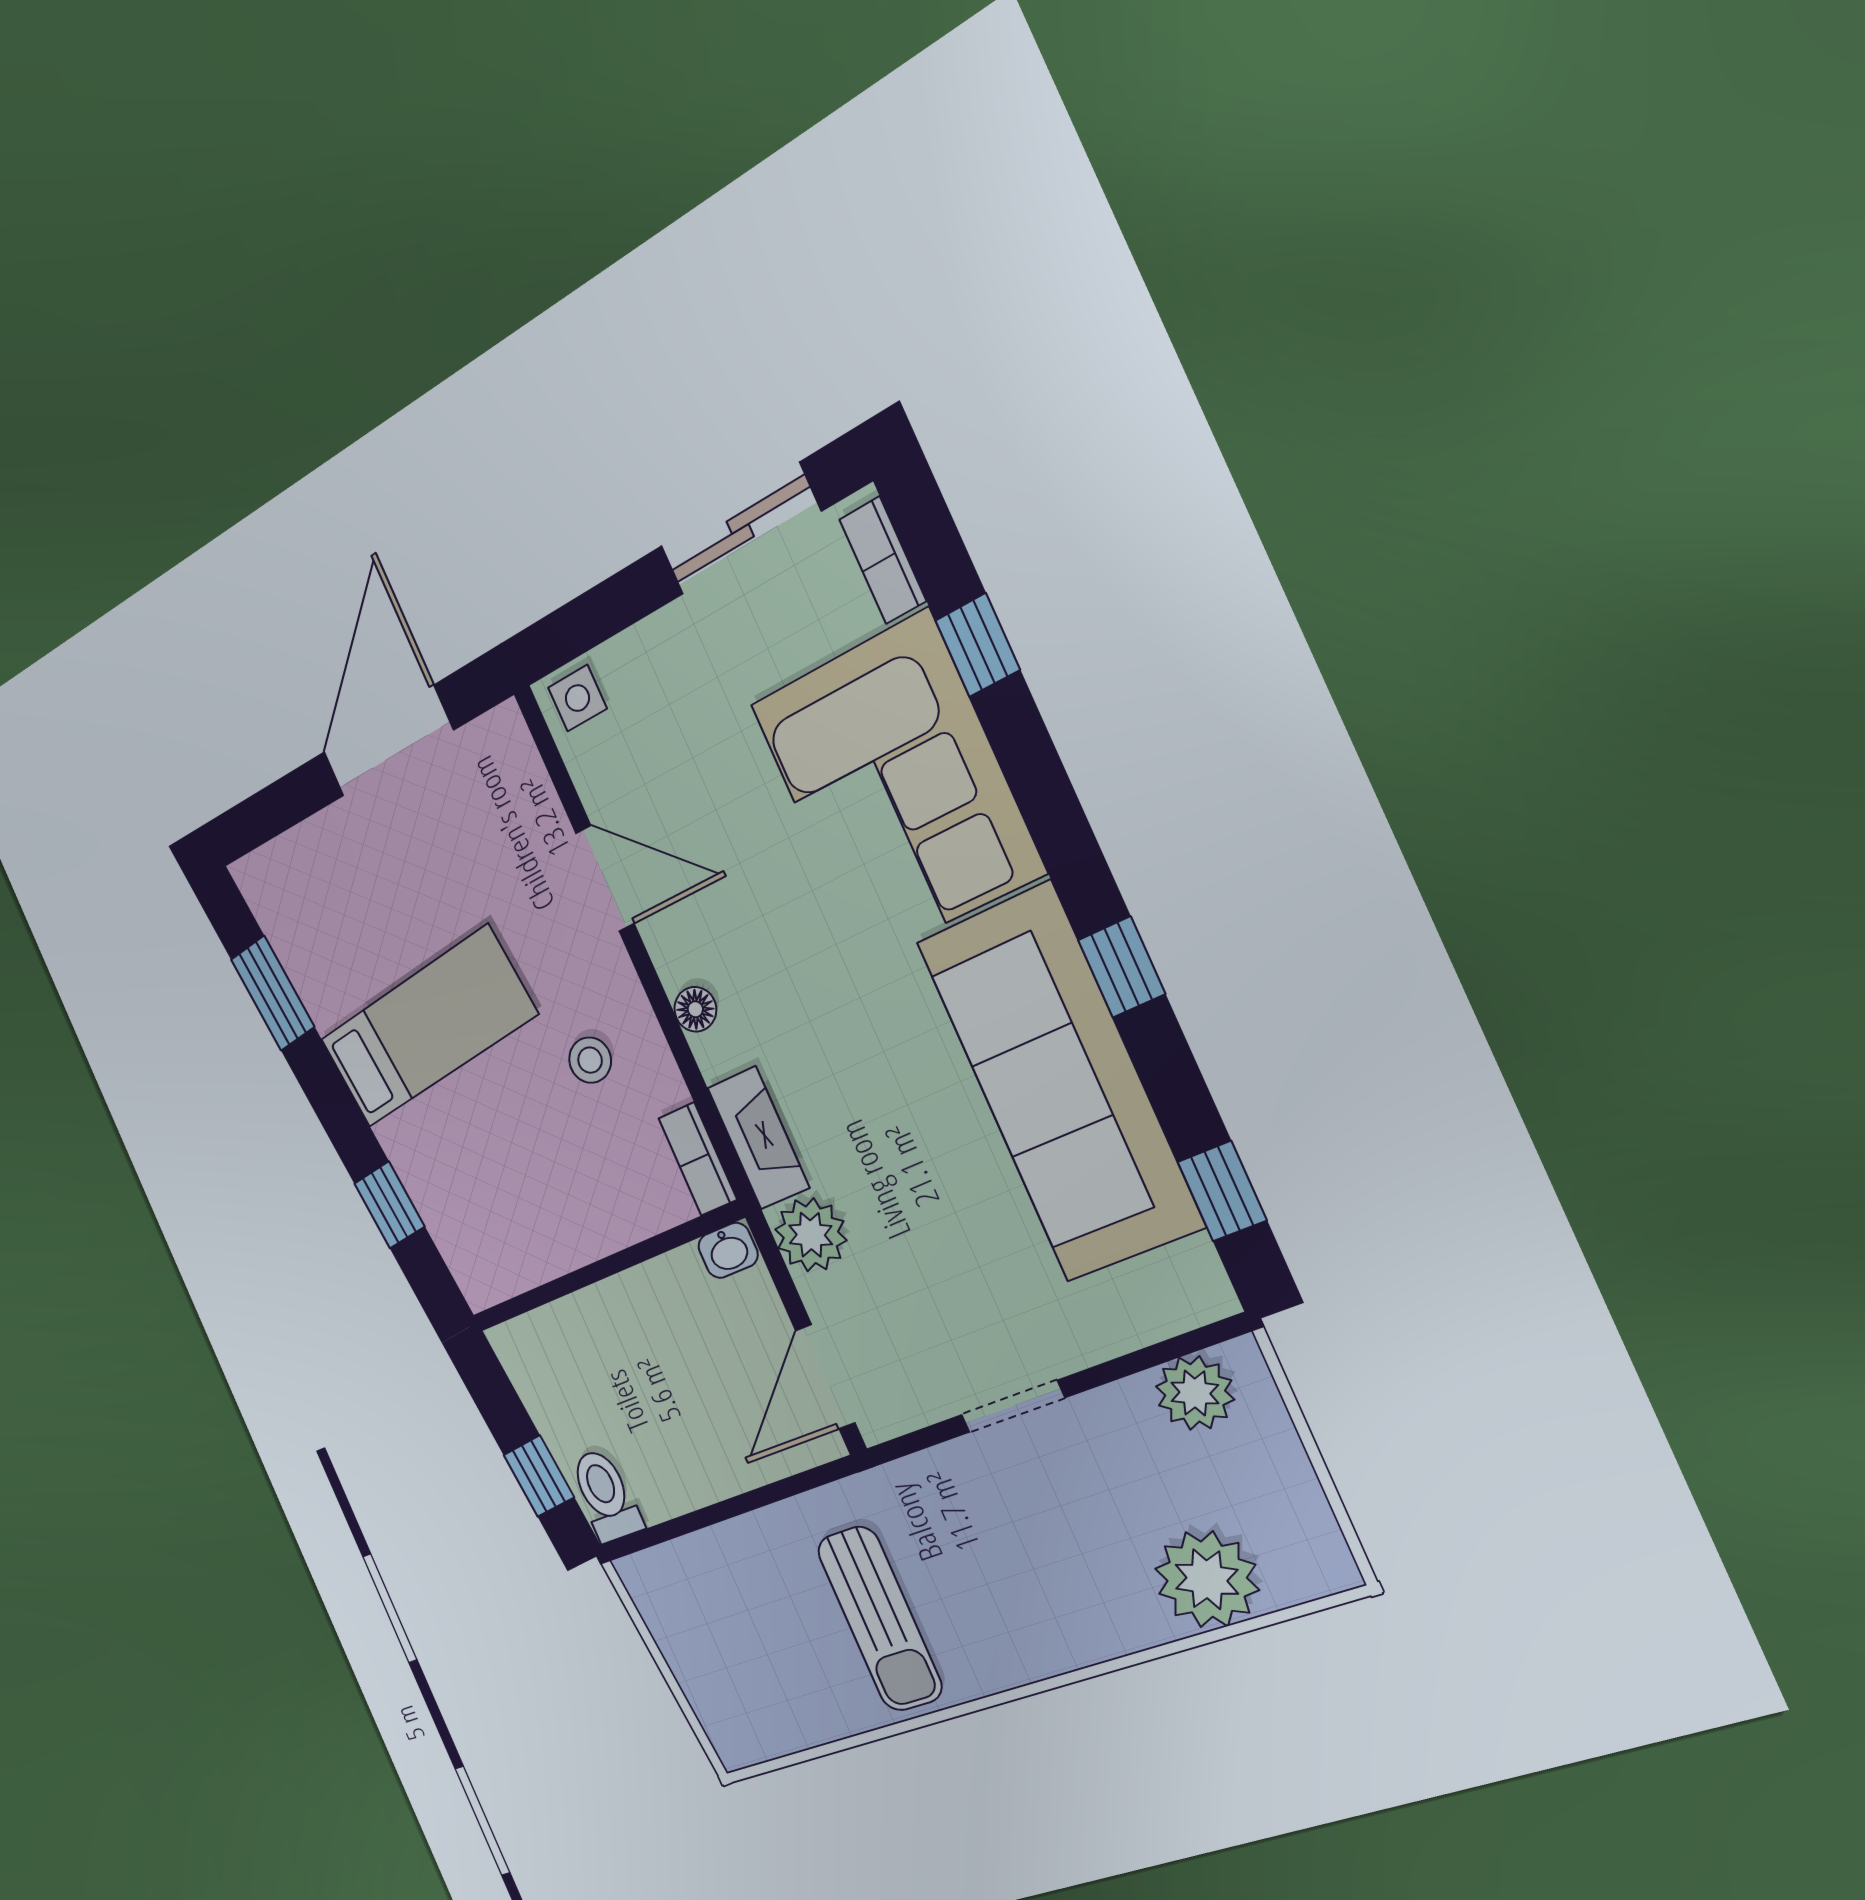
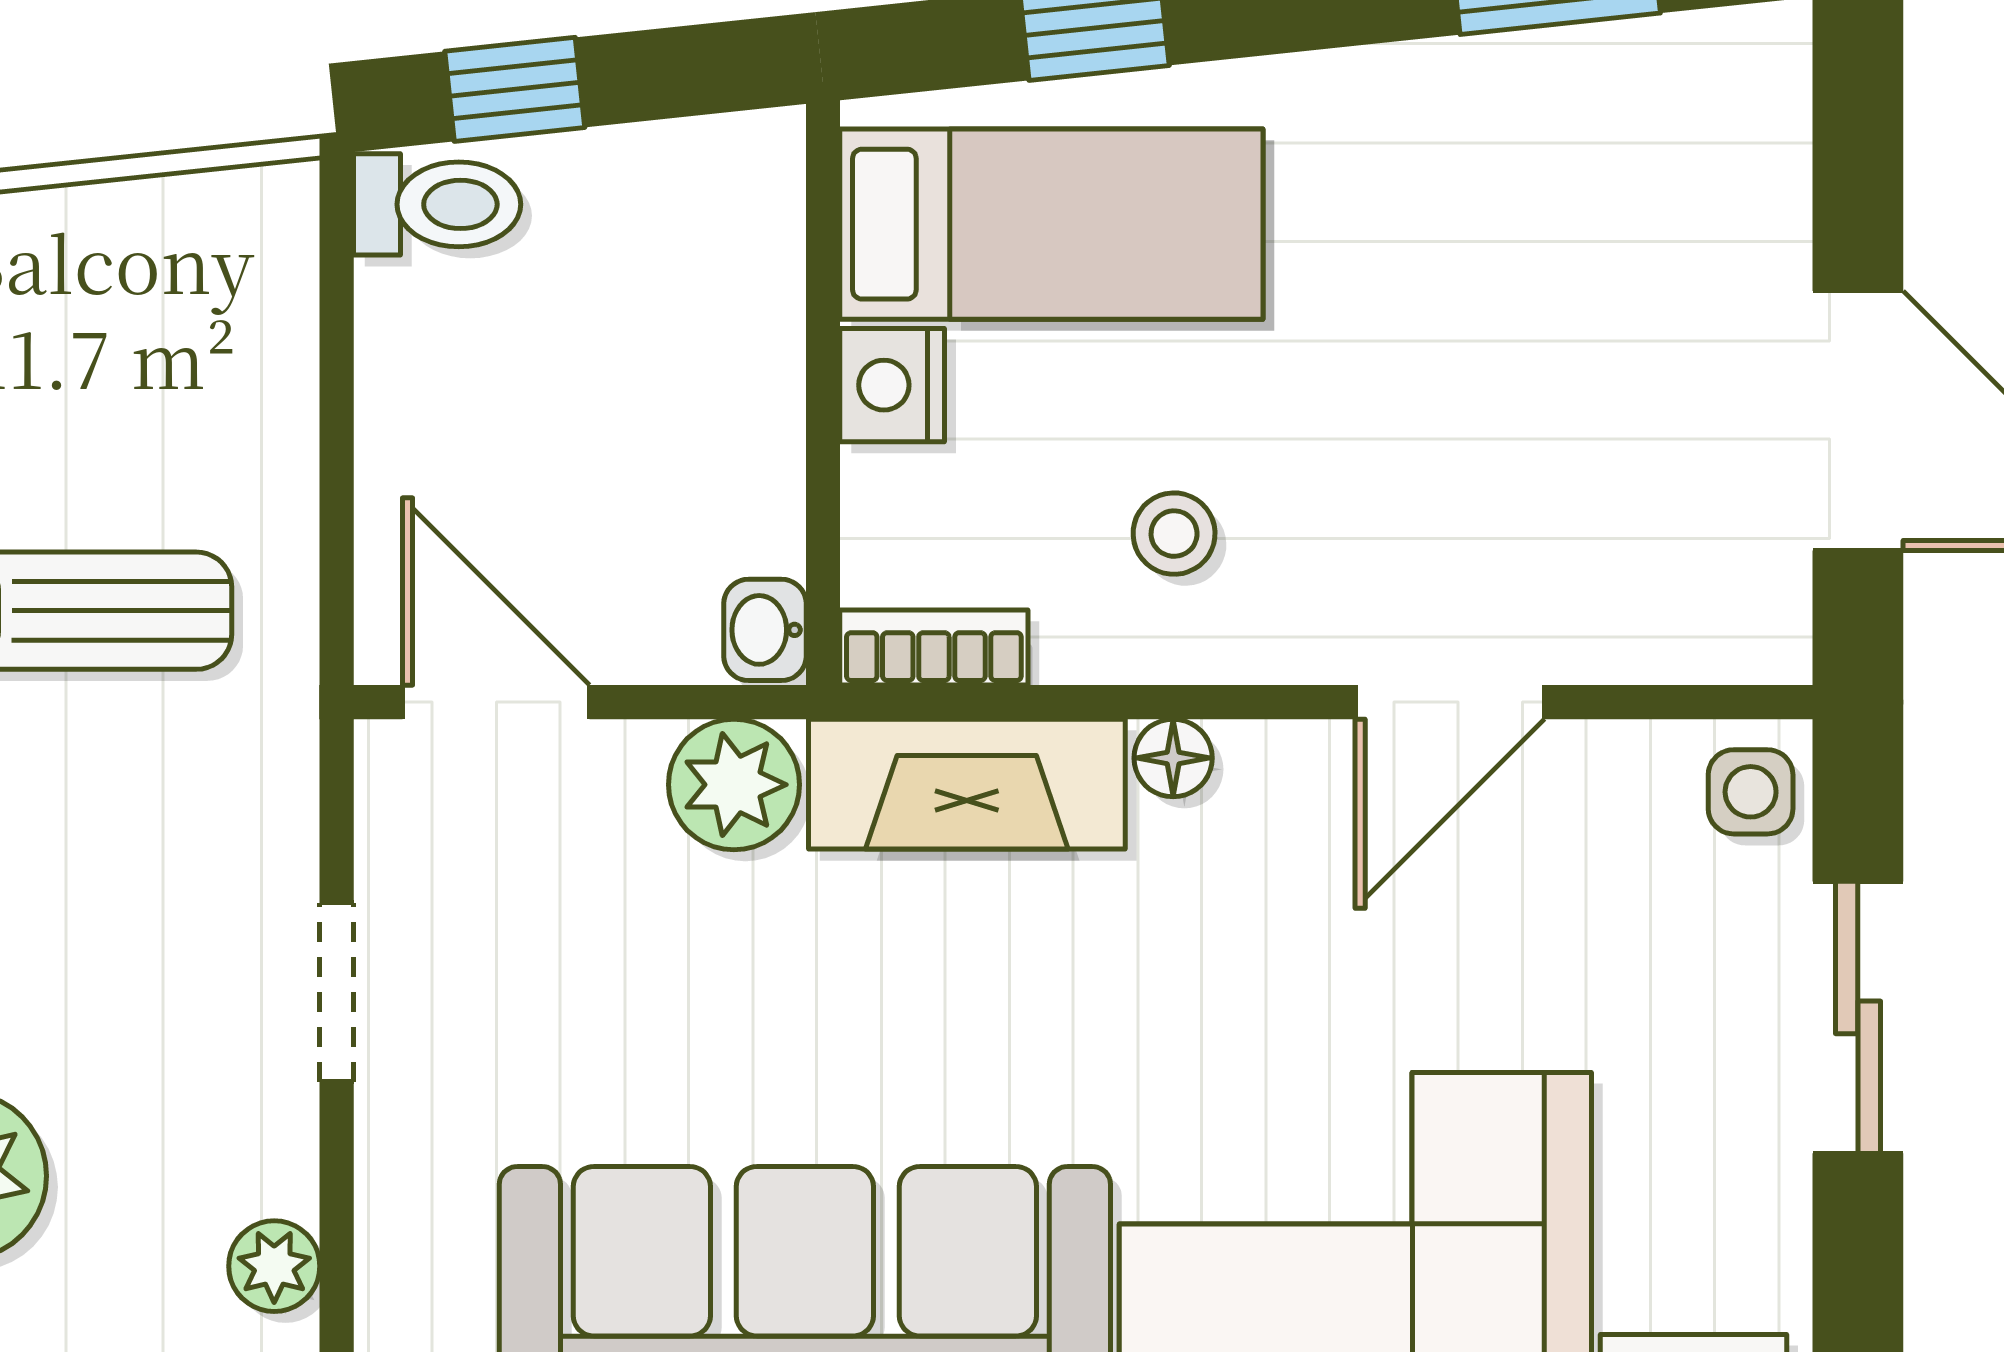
sliding door: (740, 529) -> (1858, 1017), moved
bed: (428, 1027) -> (1051, 224), moved, turned -84
fireplace: (758, 1138) -> (967, 784), width x1.37, depth x1.32
nightstand: (586, 1235) -> (892, 385), added
plant: (1195, 1393) -> (274, 1266), width x0.73, depth x0.73

